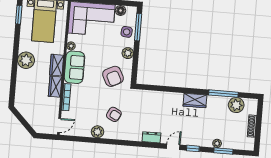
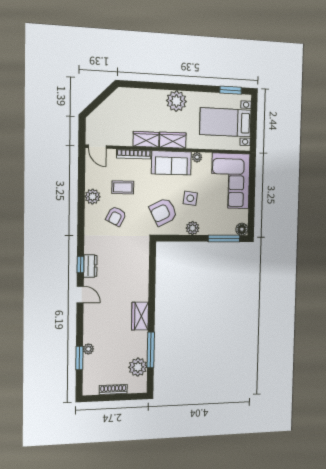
floor lamp: (121, 11) -> (242, 229), moved
side table: (127, 32) -> (190, 198), moved
coffee table: (92, 108) -> (123, 187), added
window: (193, 148) -> (80, 264), moved

